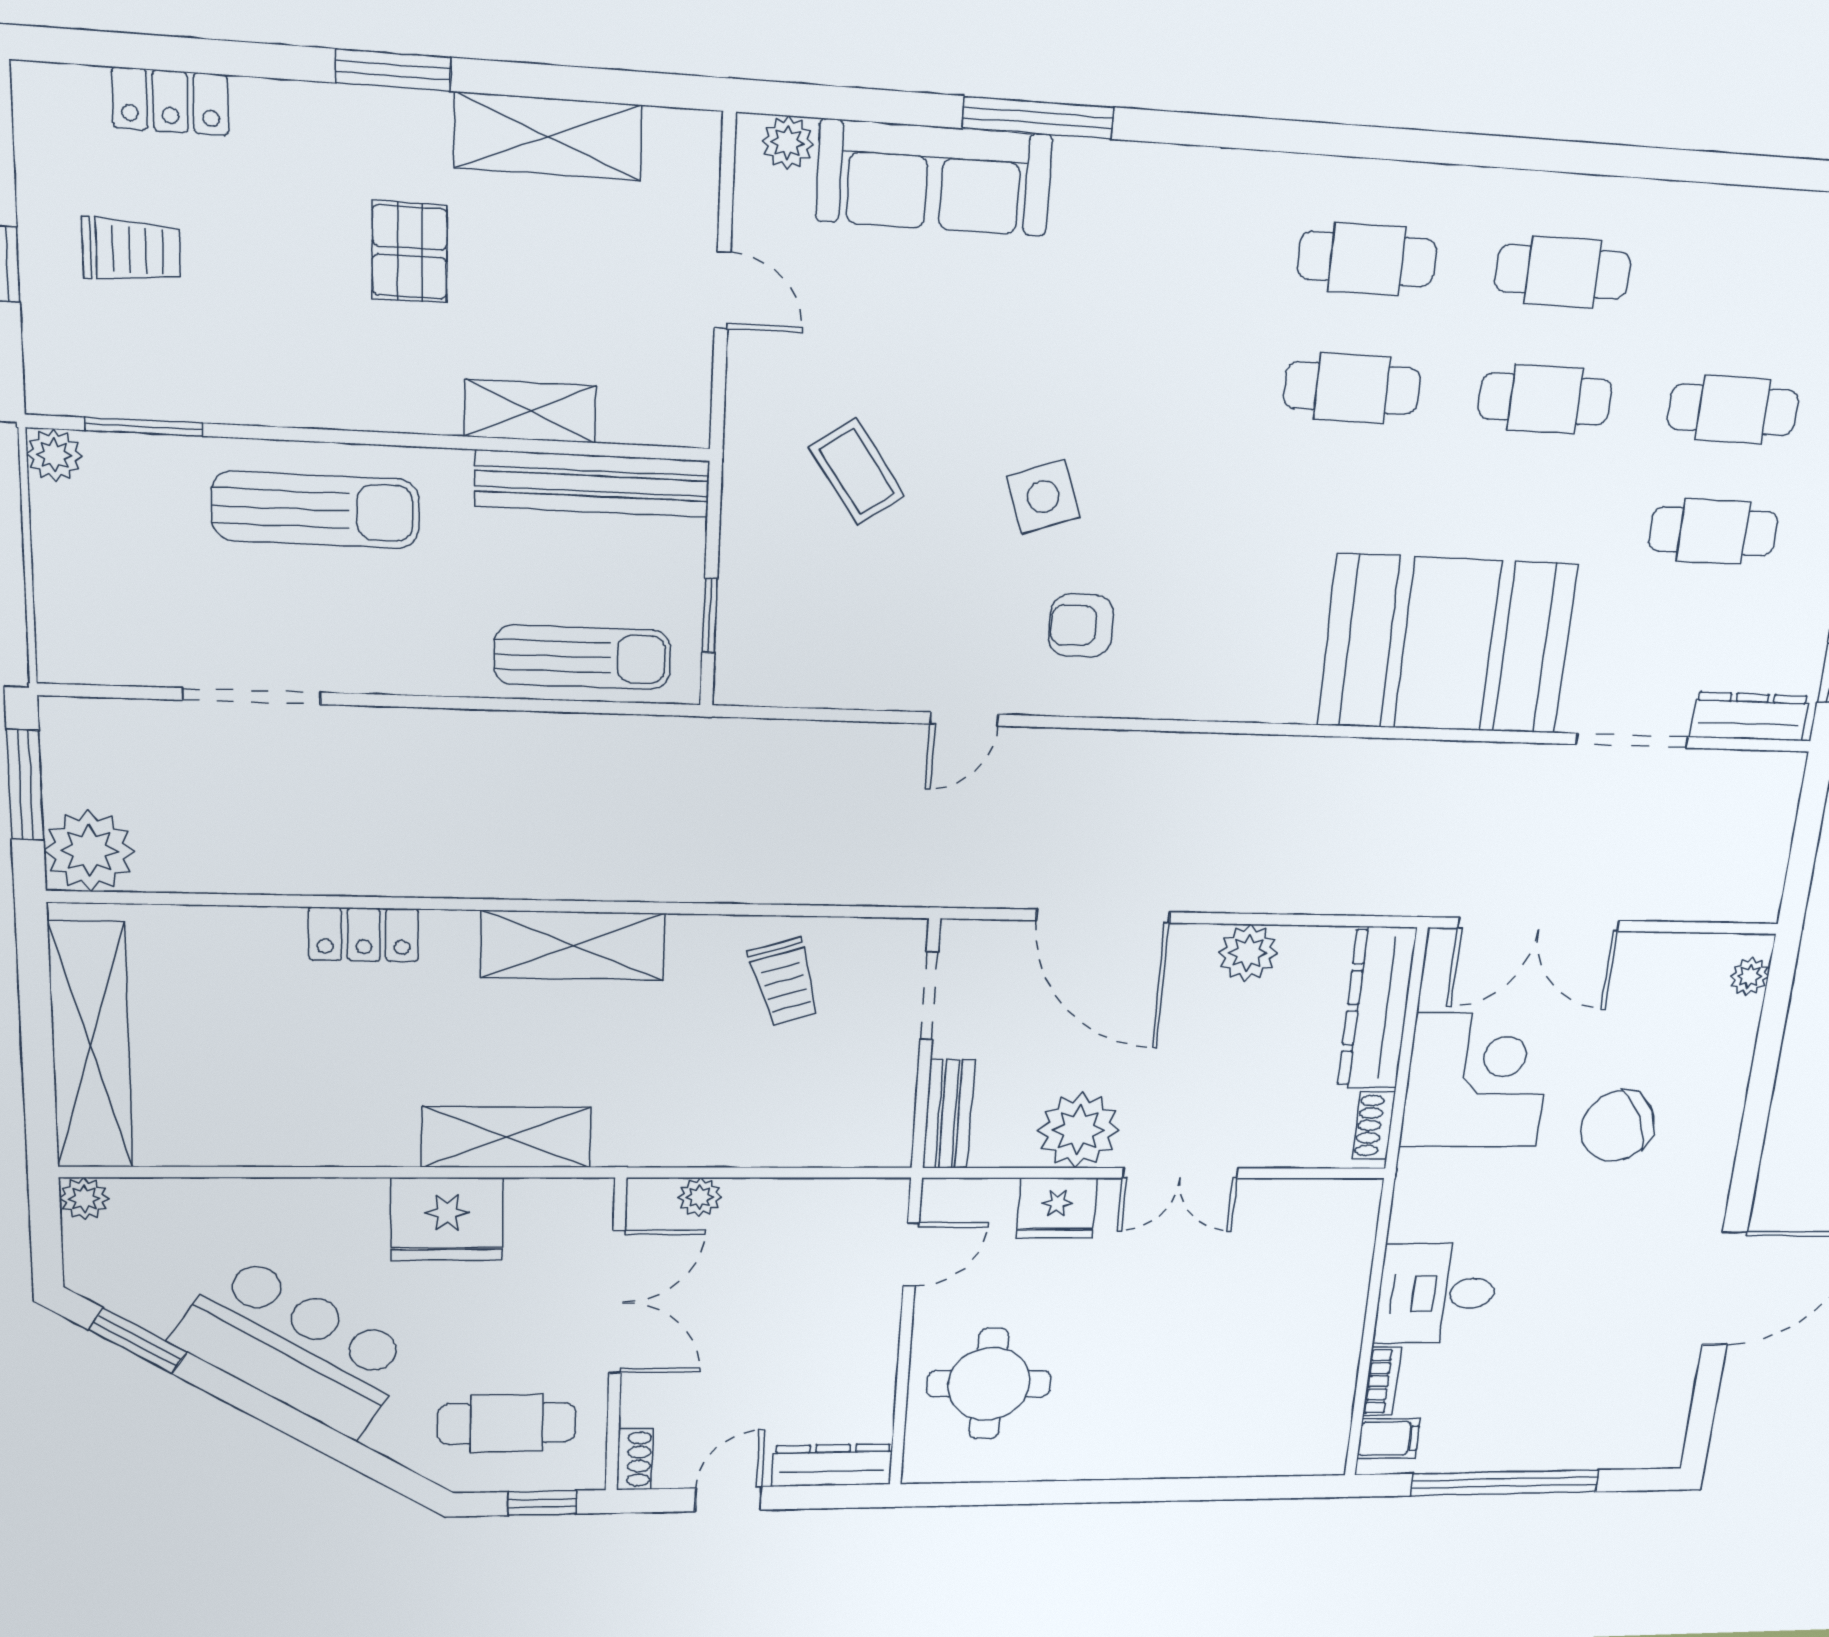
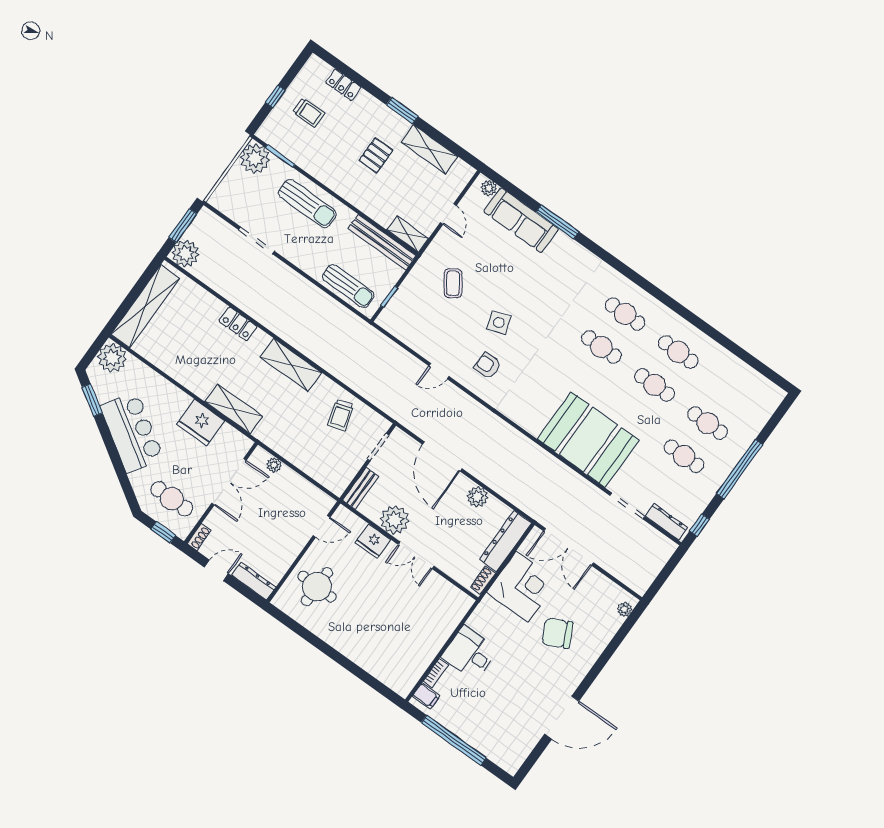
shelving: (530, 411) -> (408, 234), moved
plant: (54, 455) -> (255, 159), width x1.88, depth x1.88
plant: (84, 1199) -> (112, 358), width x1.88, depth x1.88

